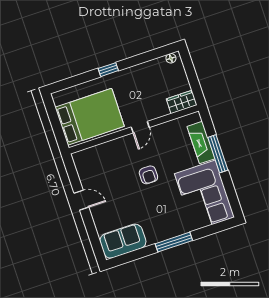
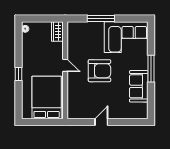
fireplace: (201, 143) -> (89, 28), removed
armchair: (148, 175) -> (99, 71), width x1.88, depth x1.88
sofa: (123, 241) -> (139, 86), moved

